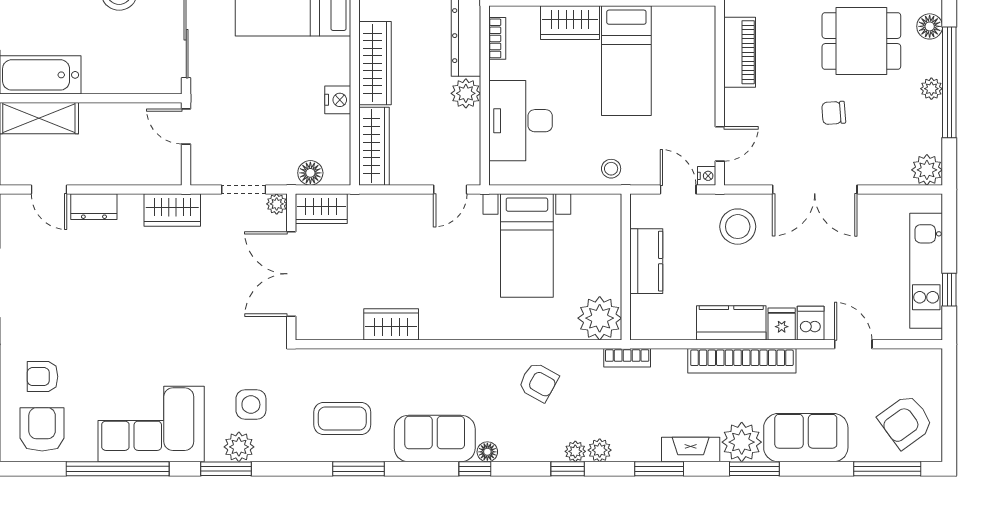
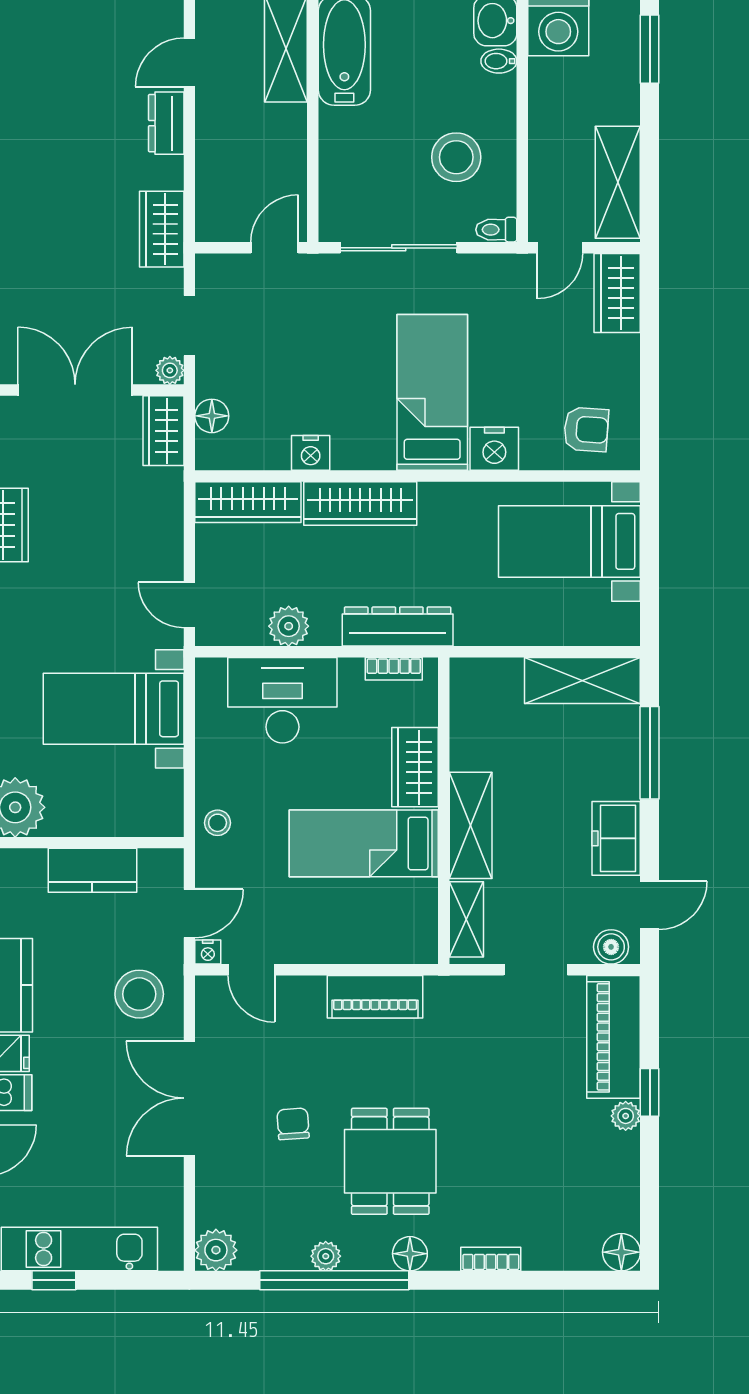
plant: (466, 93) -> (289, 626), moved

